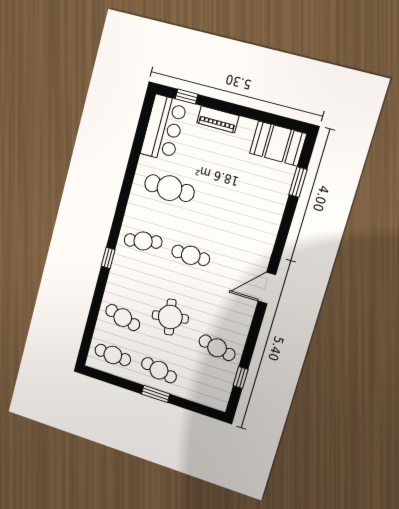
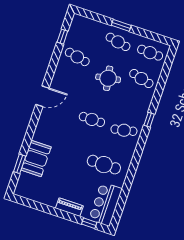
booth: (278, 144) -> (36, 158), moved, turned 90

